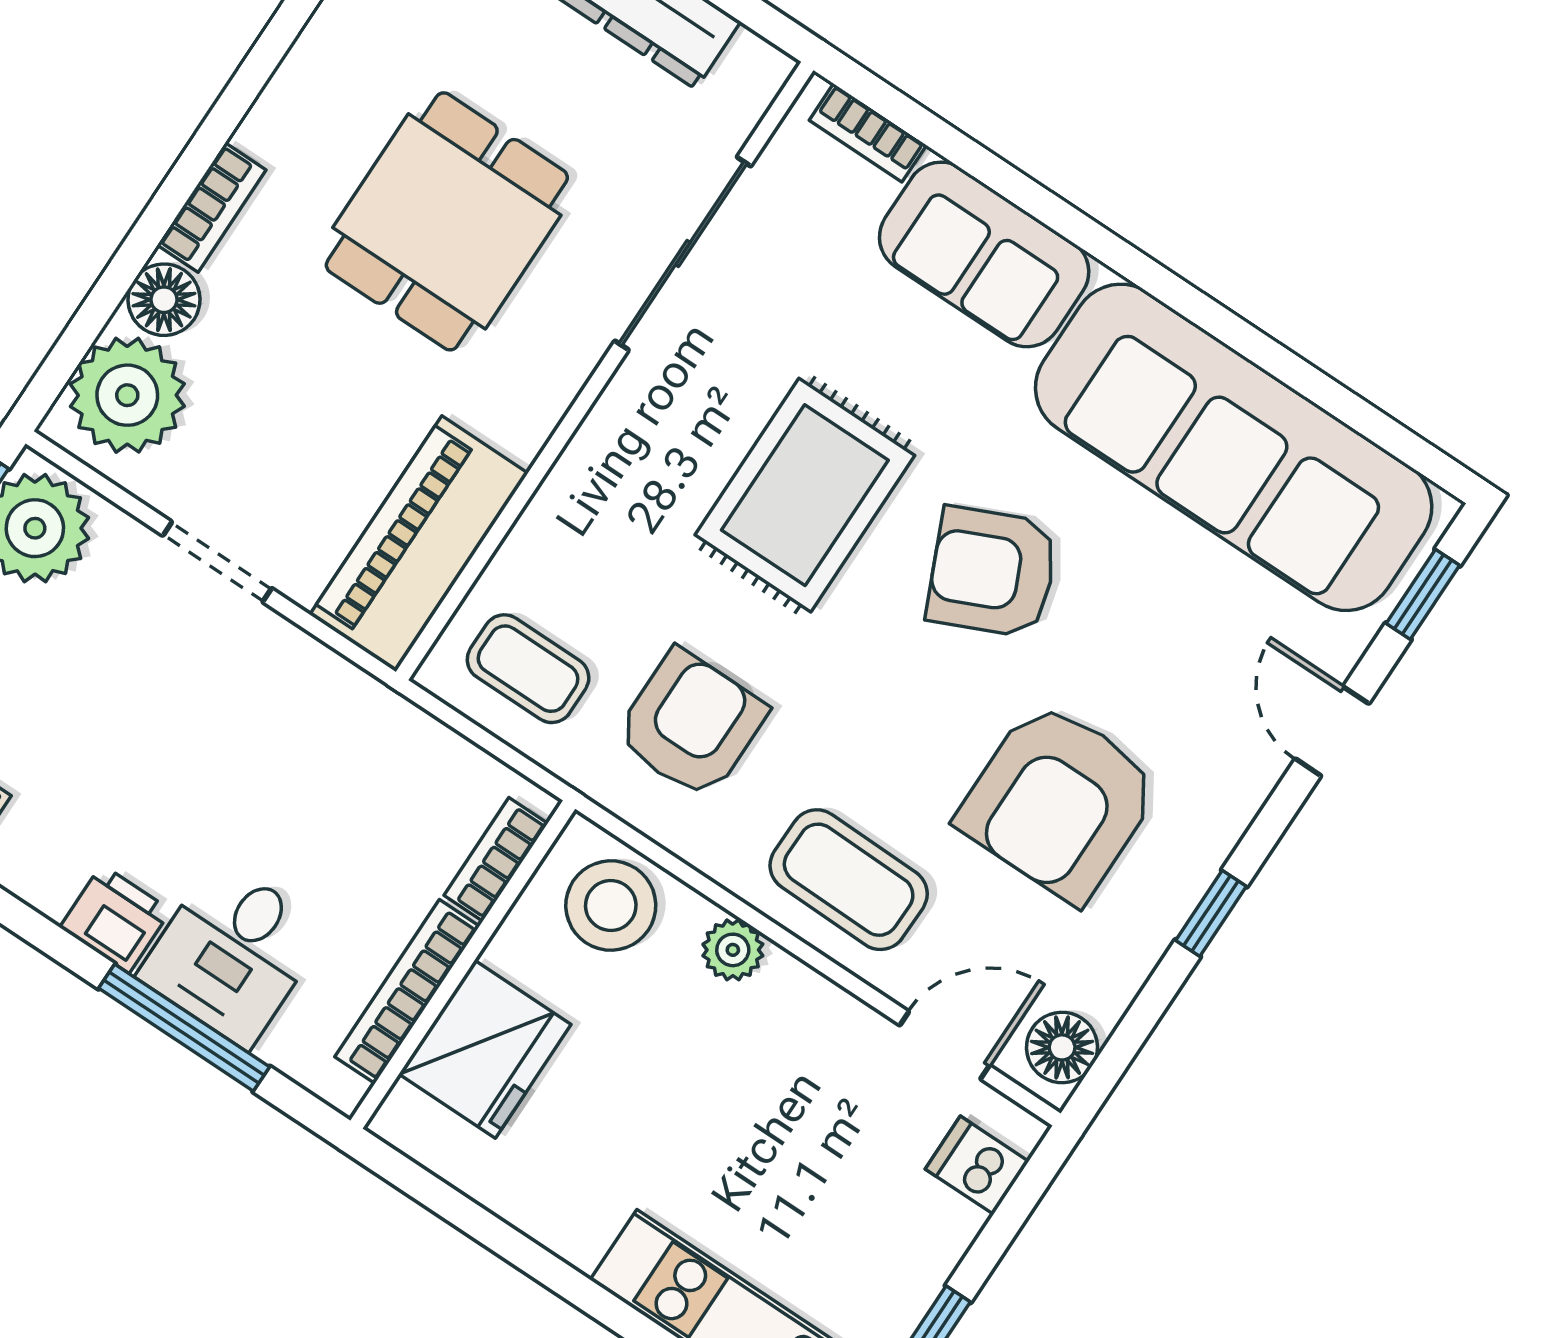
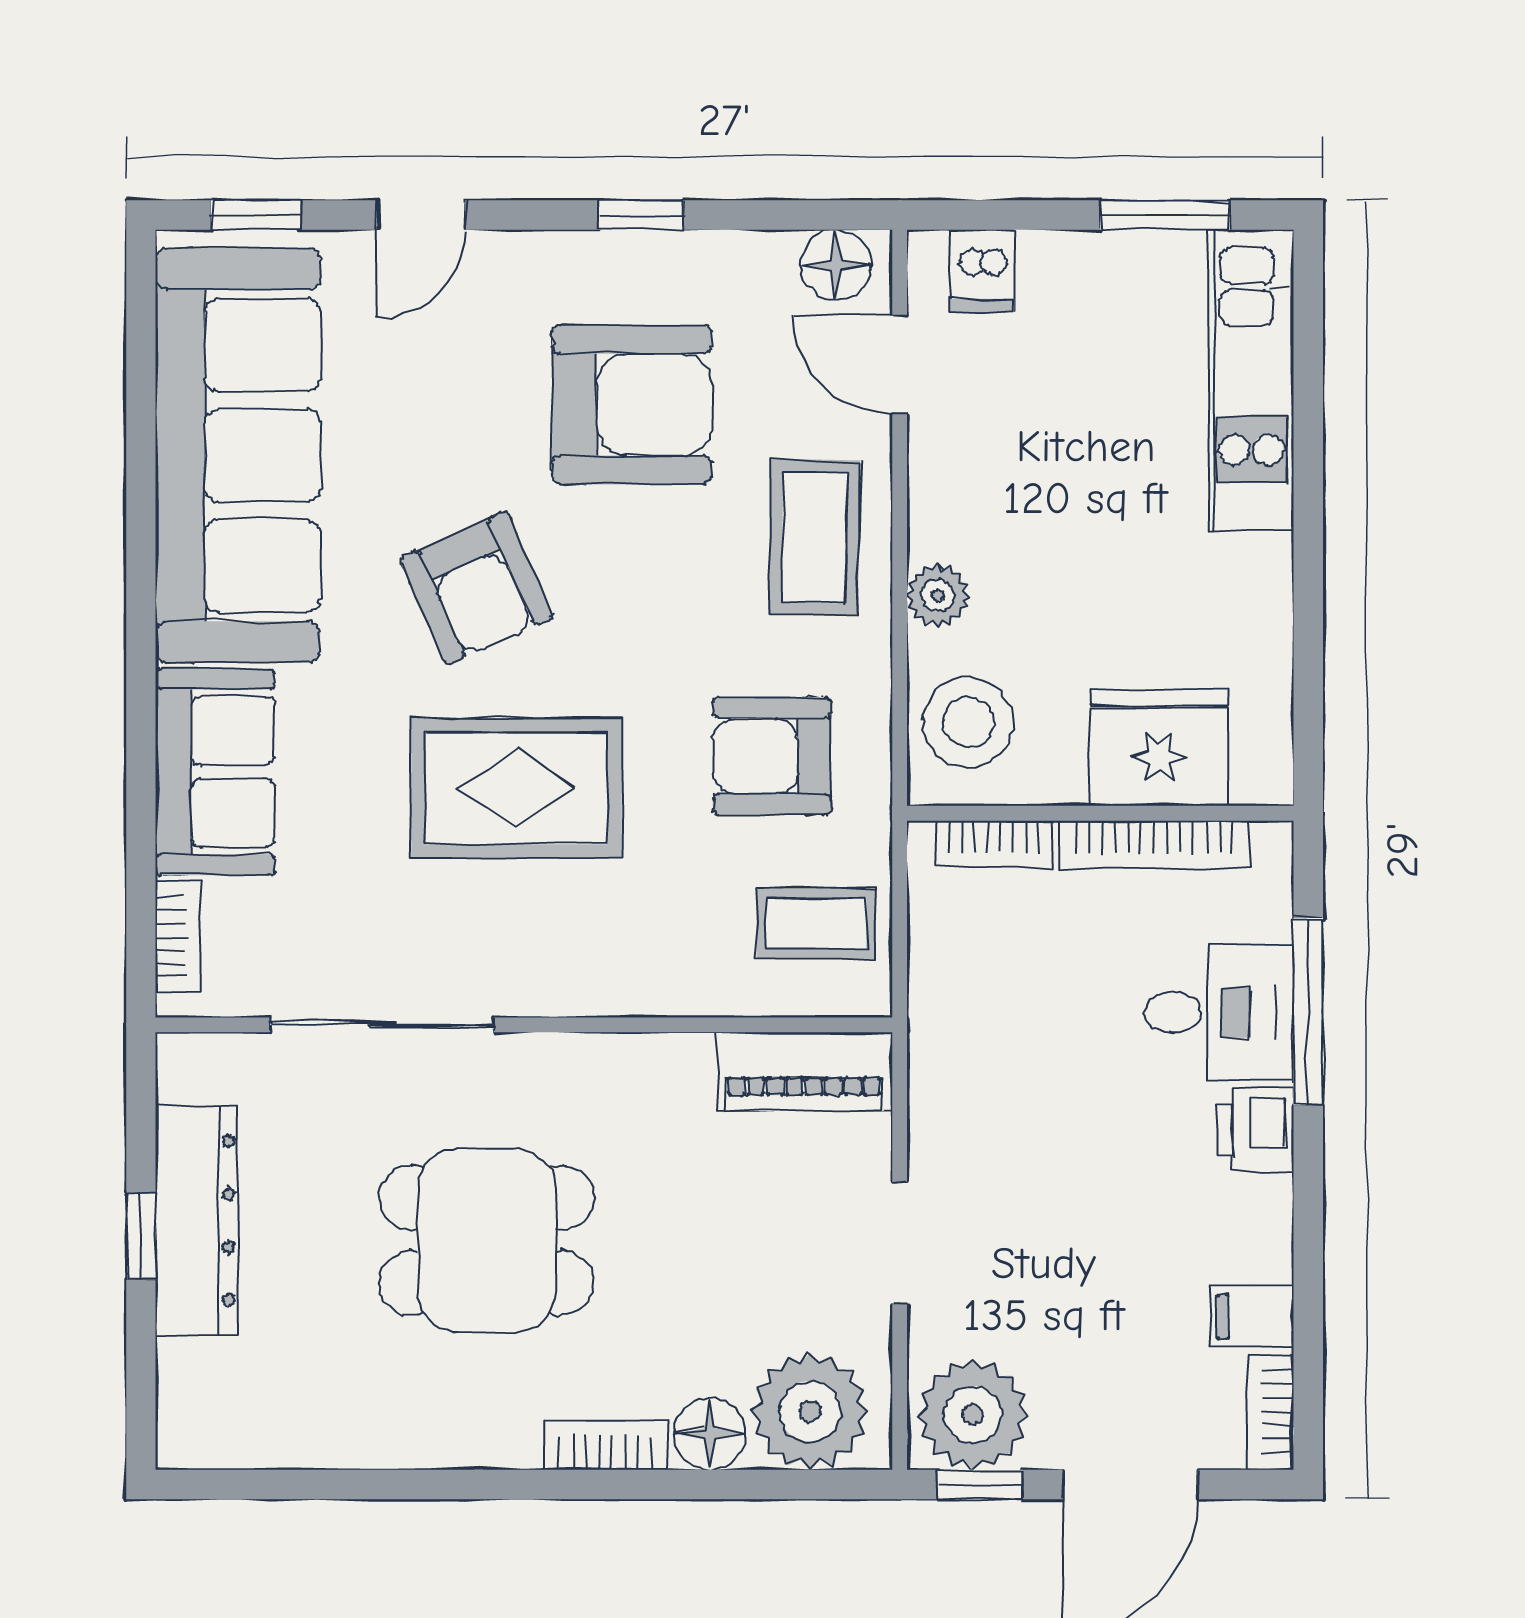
piano: (419, 544) -> (804, 1071), width x0.73, depth x0.75
coffee table: (528, 669) -> (816, 923), turned 90

